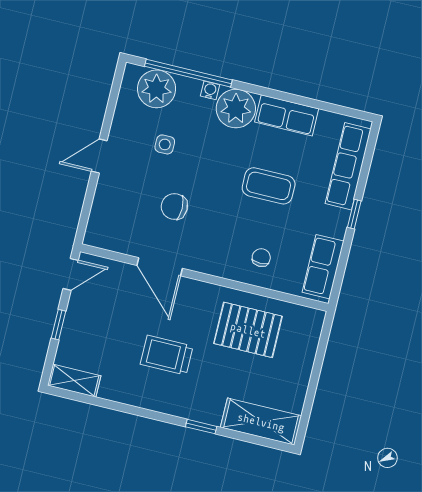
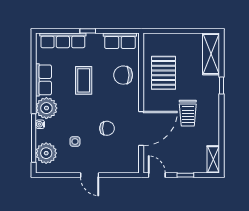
chair: (174, 207) -> (107, 128), turned -90
chair: (261, 258) -> (123, 75), width x1.87, depth x1.87
door: (160, 267) -> (141, 128), width x1.36

